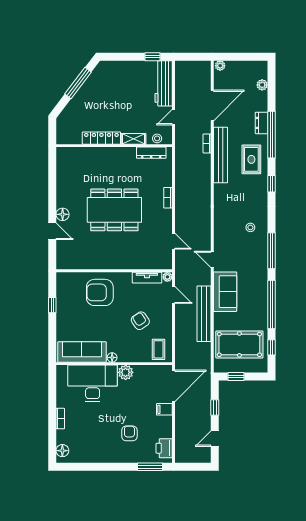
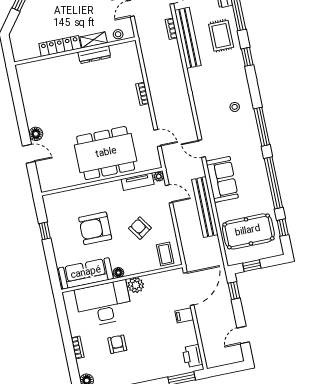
dresser: (151, 153) -> (94, 55), moved
dining table: (114, 210) -> (106, 153), moved
armchair: (100, 292) -> (95, 228), moved
window: (215, 407) -> (234, 291), moved
armchair: (129, 433) -> (117, 344), moved

